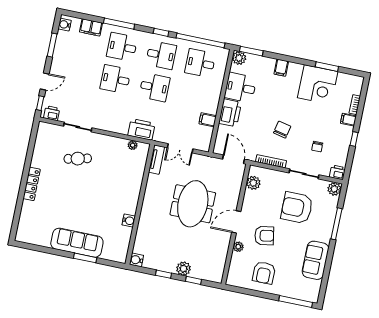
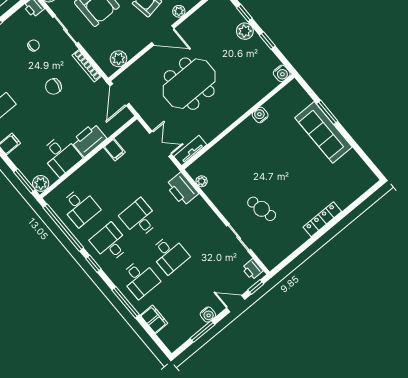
water cooler: (65, 25) -> (208, 315), moved

